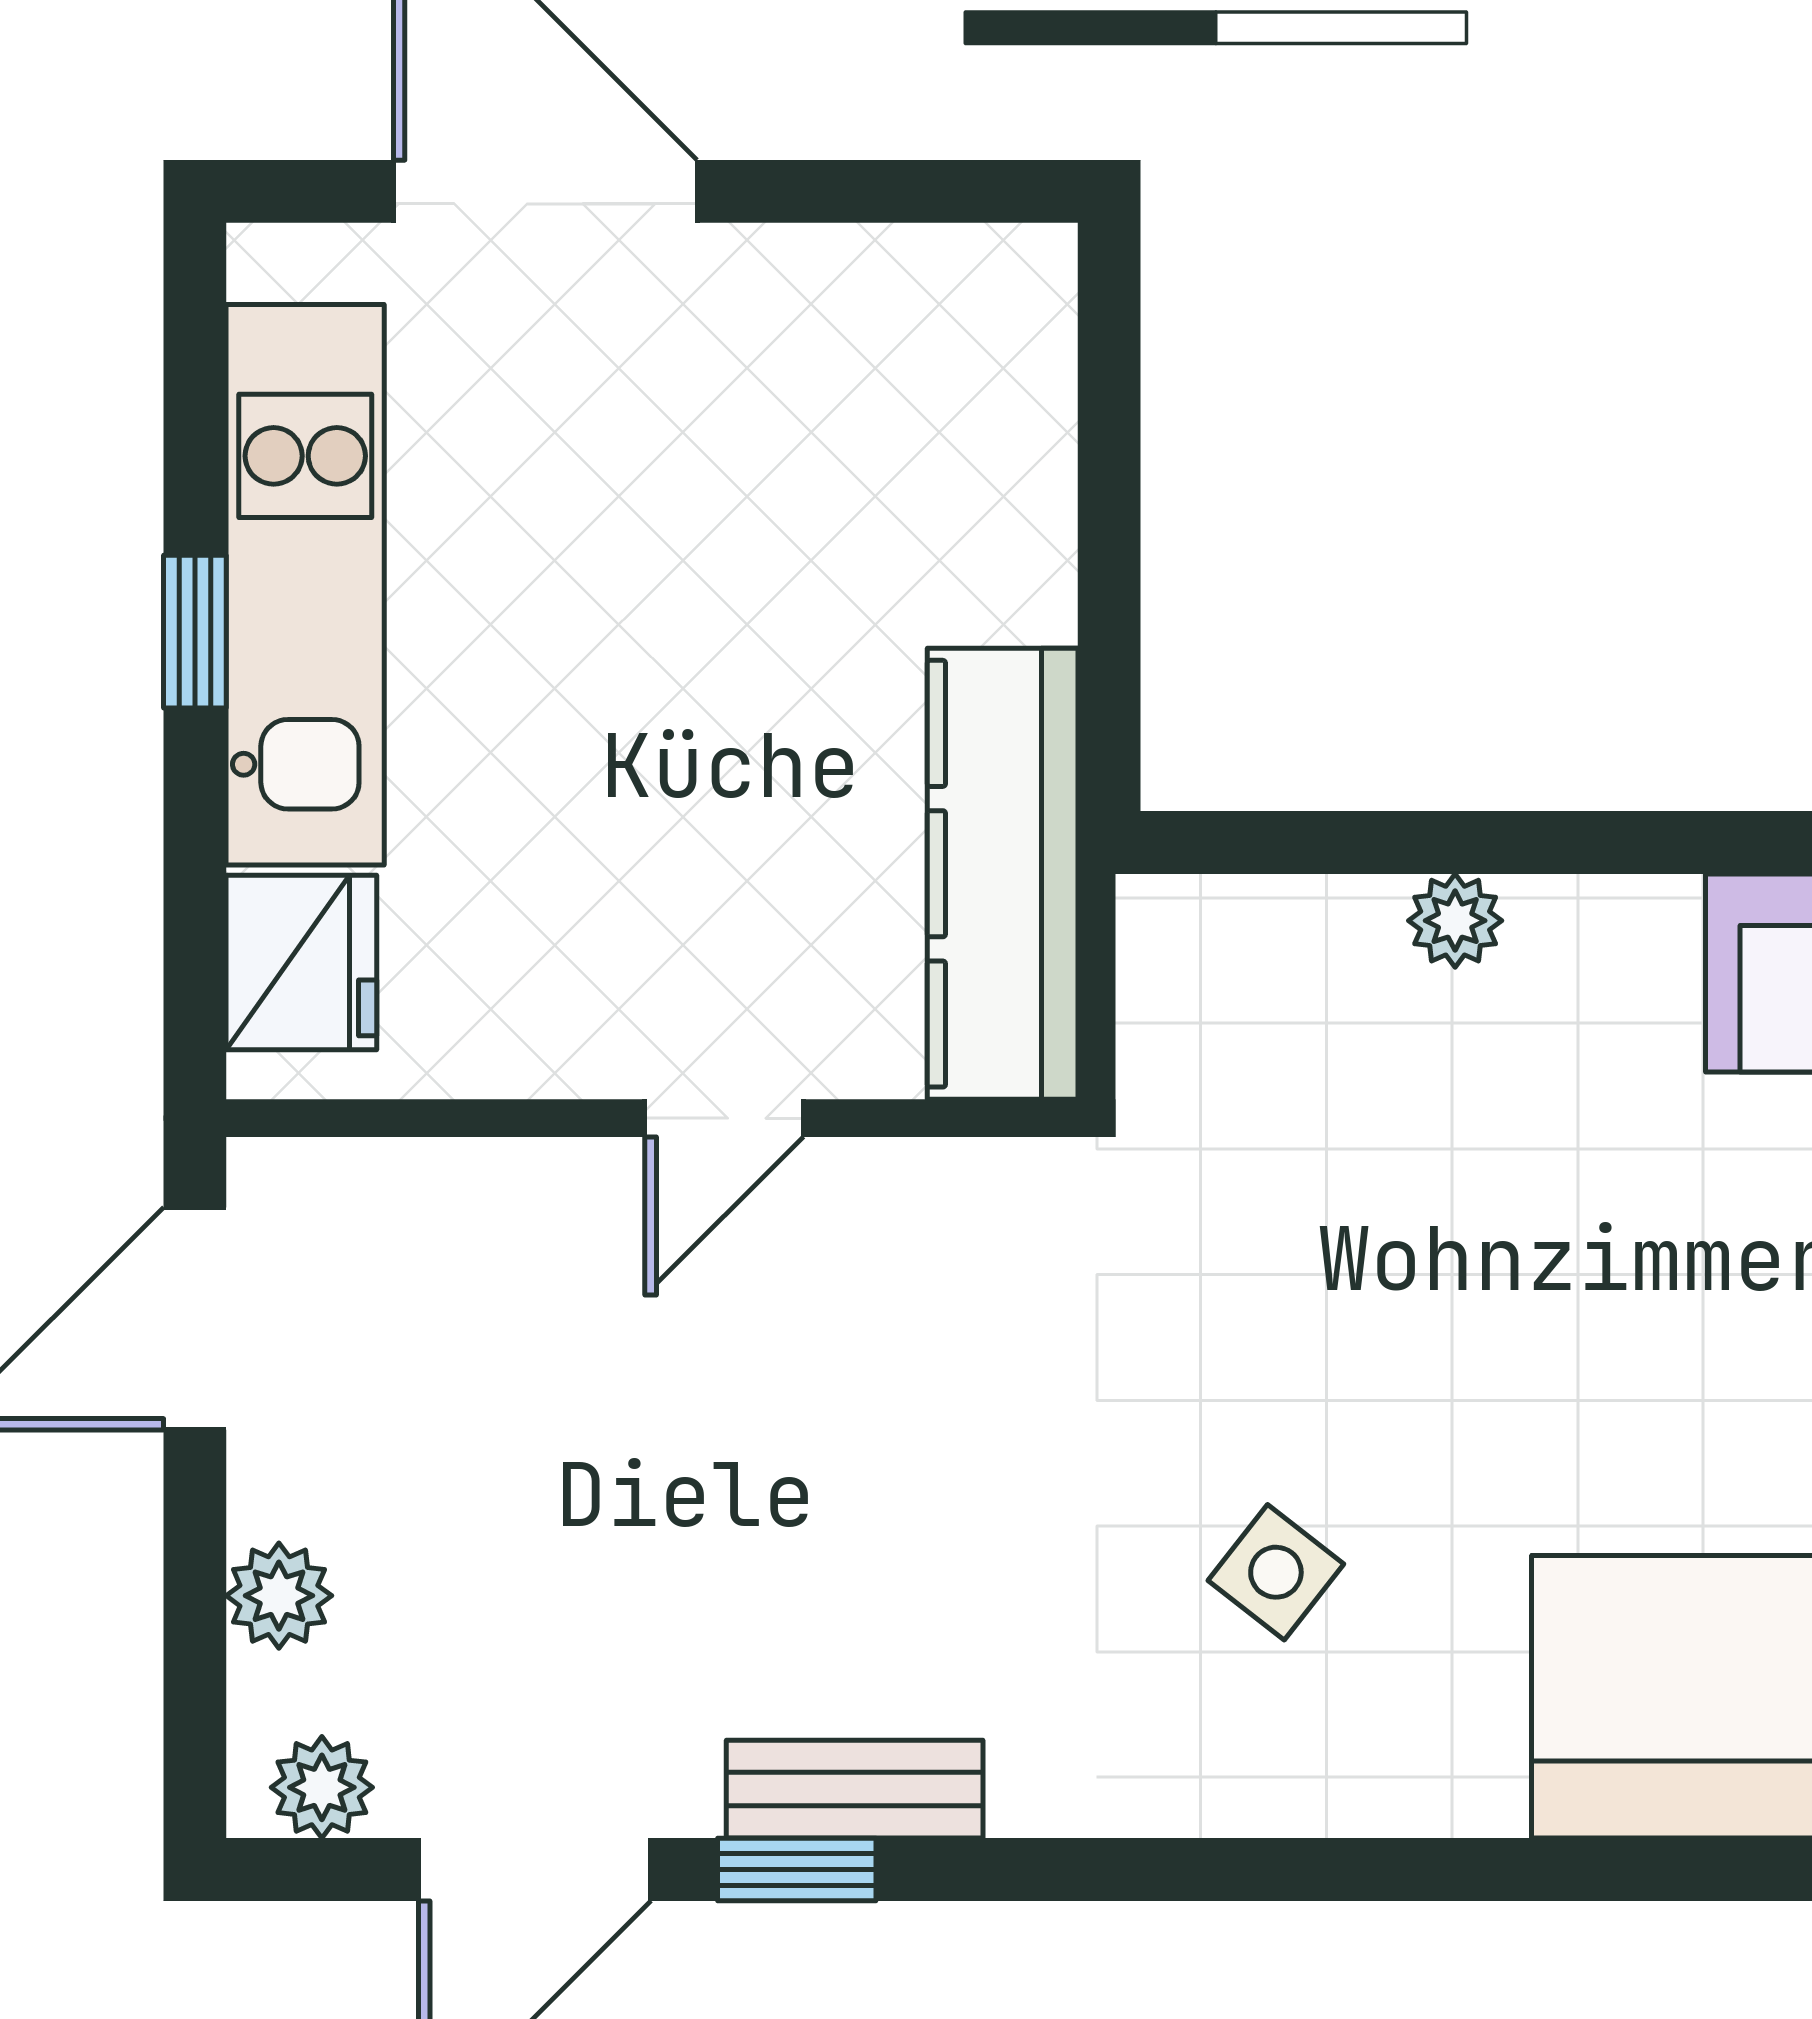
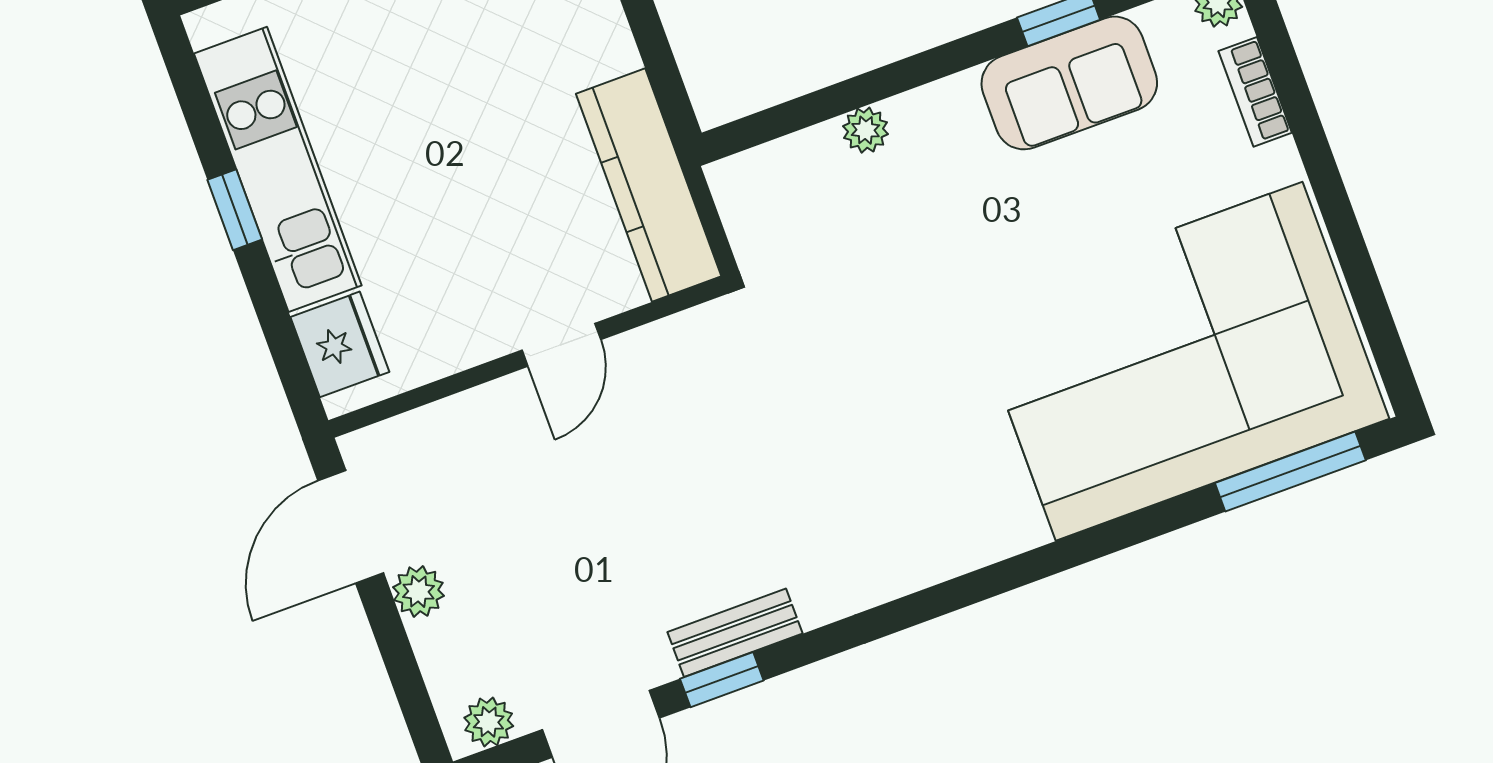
side table: (1276, 1572) -> (893, 461), removed
plant: (279, 1596) -> (418, 592), moved

